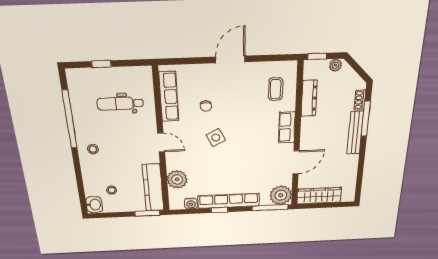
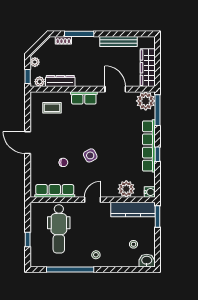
plant: (310, 72) -> (40, 82), added
dental chair: (120, 104) -> (59, 229), width x1.36, depth x1.38
bench: (355, 133) -> (119, 41), moved
water cooler: (191, 203) -> (150, 192), moved

